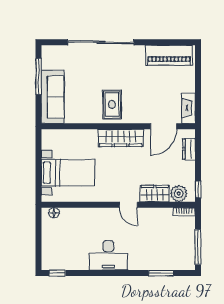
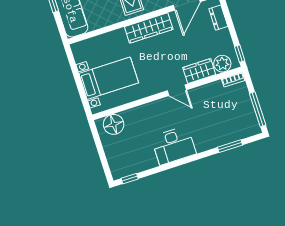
floor lamp: (54, 213) -> (114, 124), width x1.89, depth x1.89

